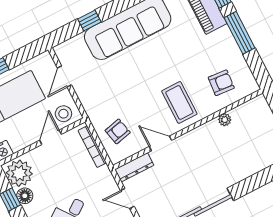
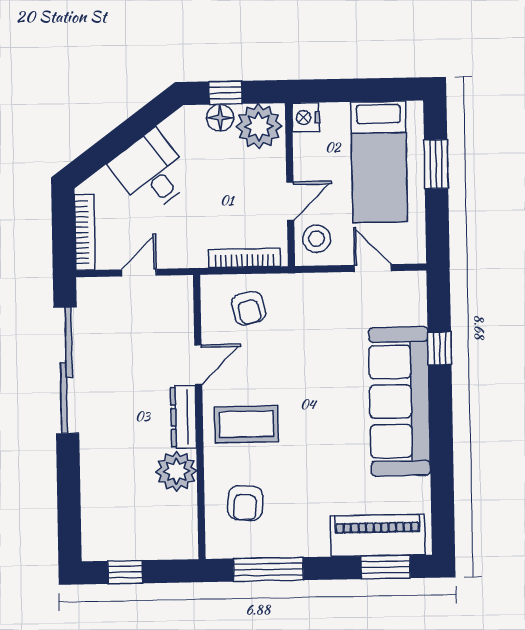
window: (239, 33) -> (268, 569), moved
plant: (225, 120) -> (176, 471), width x1.88, depth x1.88
door: (50, 137) -> (290, 201), hinge flipped
dresser: (134, 167) -> (184, 417), moved

